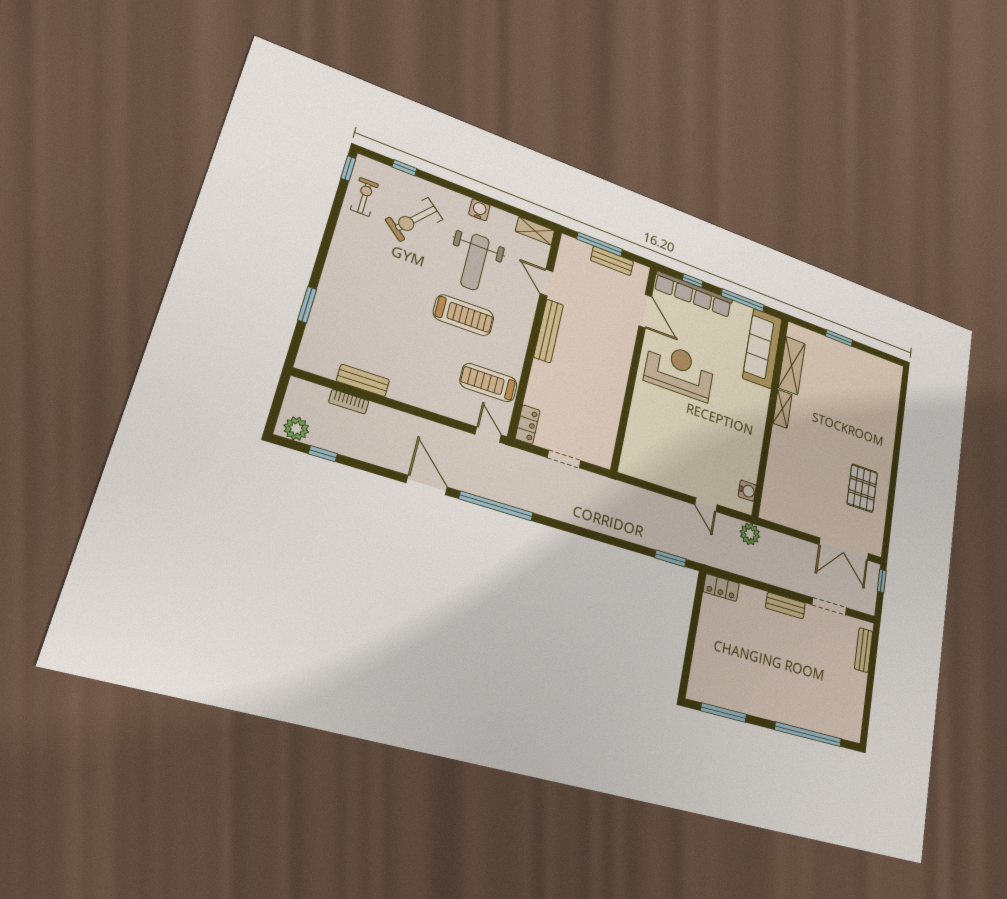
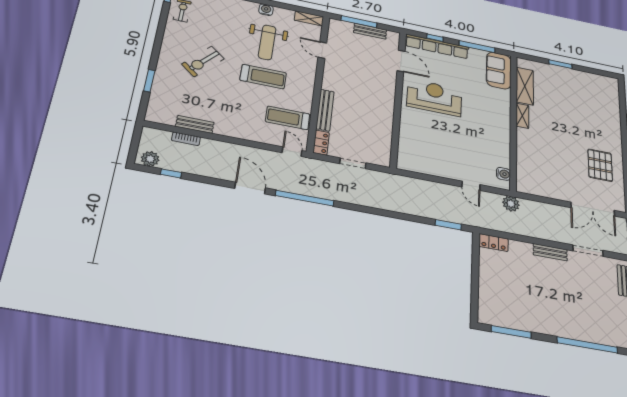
exercise bike: (414, 219) -> (203, 61), moved
bench: (549, 331) -> (325, 110), moved
sofa: (762, 348) -> (499, 70), width x0.73

